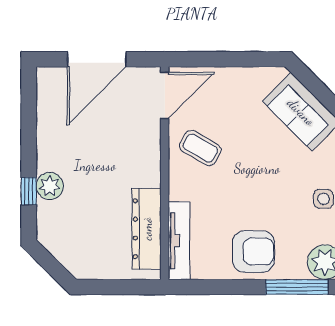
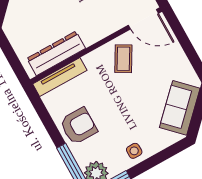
armchair: (253, 251) -> (78, 126), turned -90

